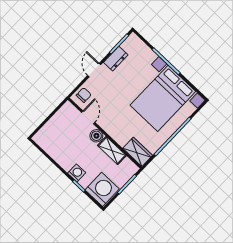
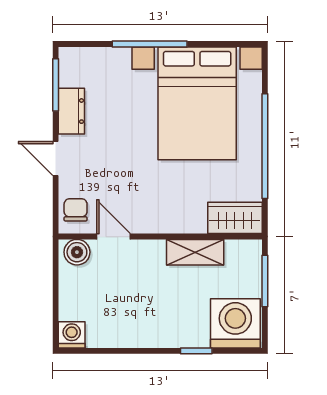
boiler: (96, 136) -> (77, 252), moved
washing machine: (77, 173) -> (72, 335), moved

